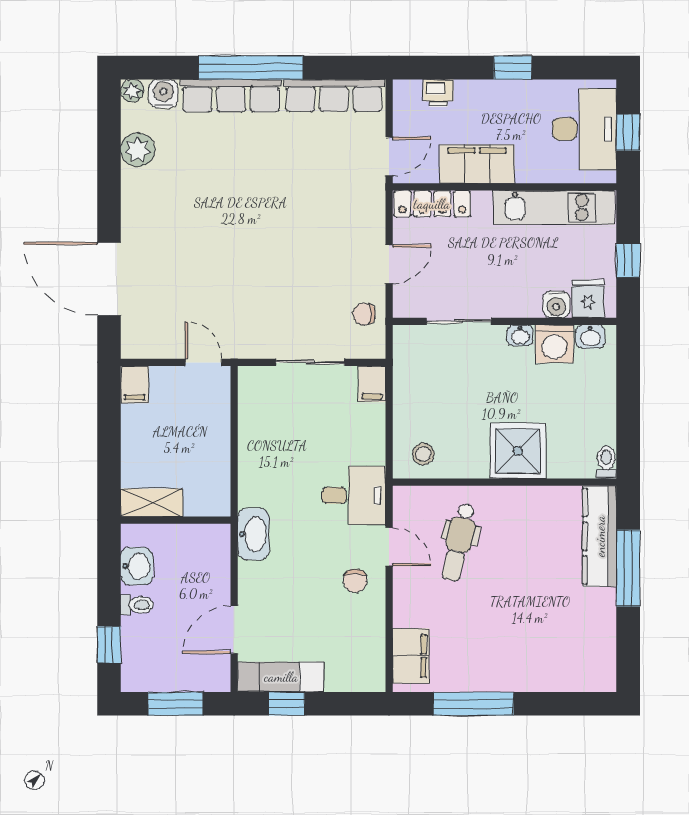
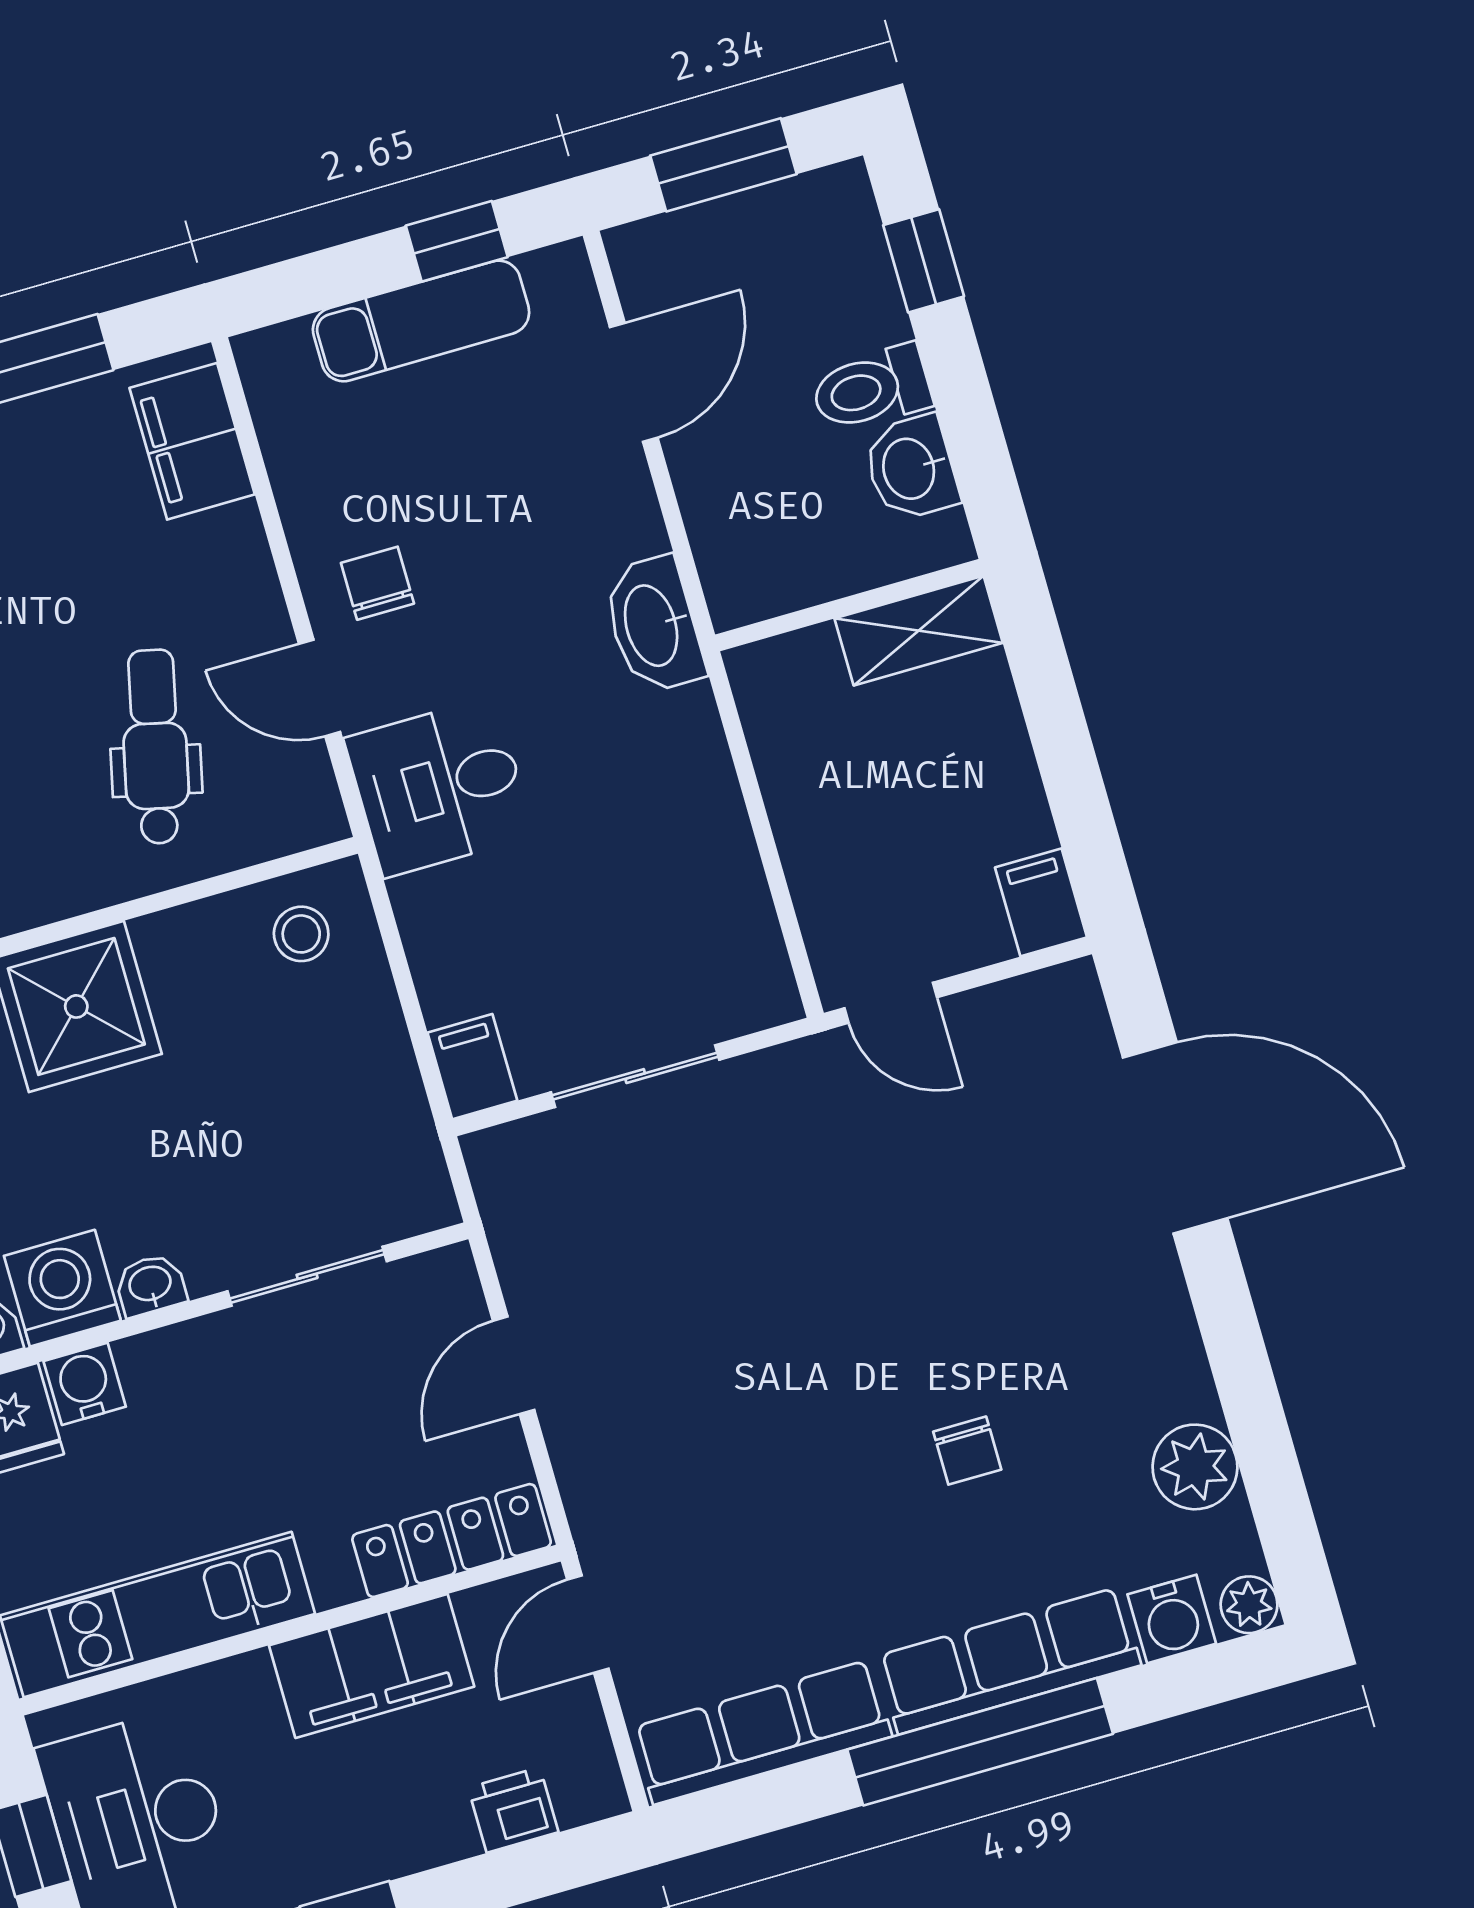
chair: (364, 314) -> (967, 1451), moved, turned 90
toilet: (137, 605) -> (871, 388), width x1.37, depth x1.39
exam couch: (281, 677) -> (421, 321), moved

